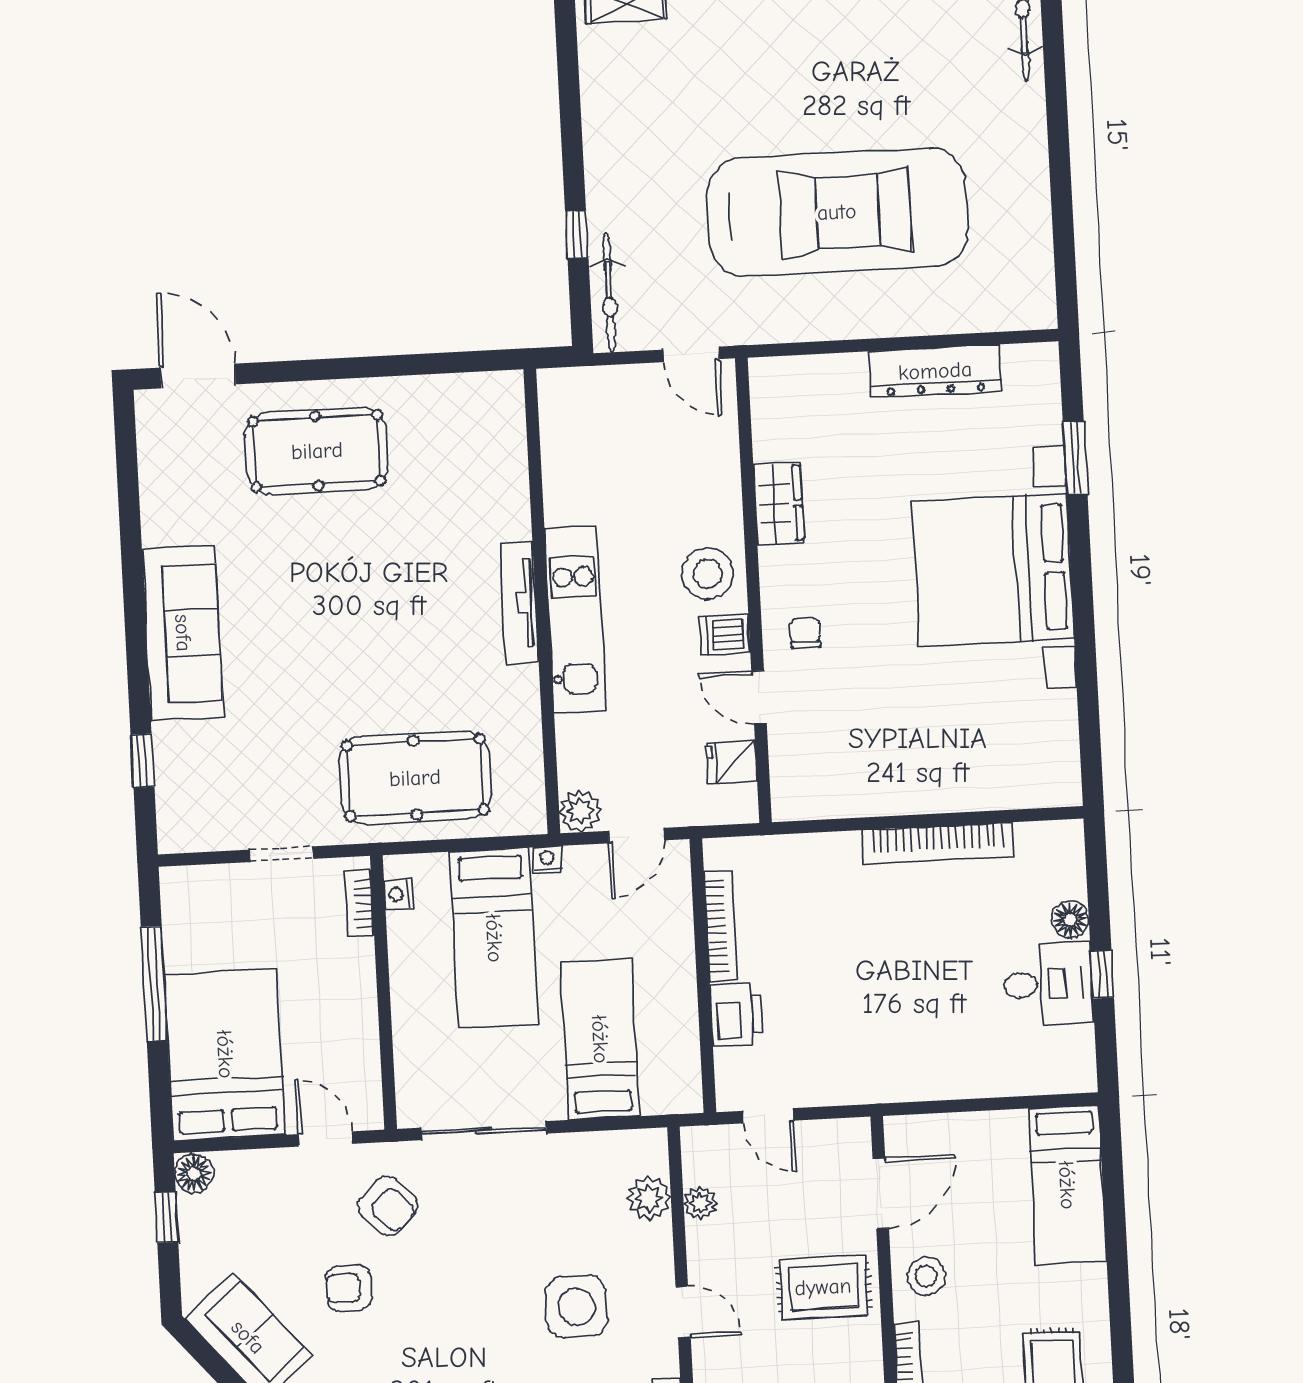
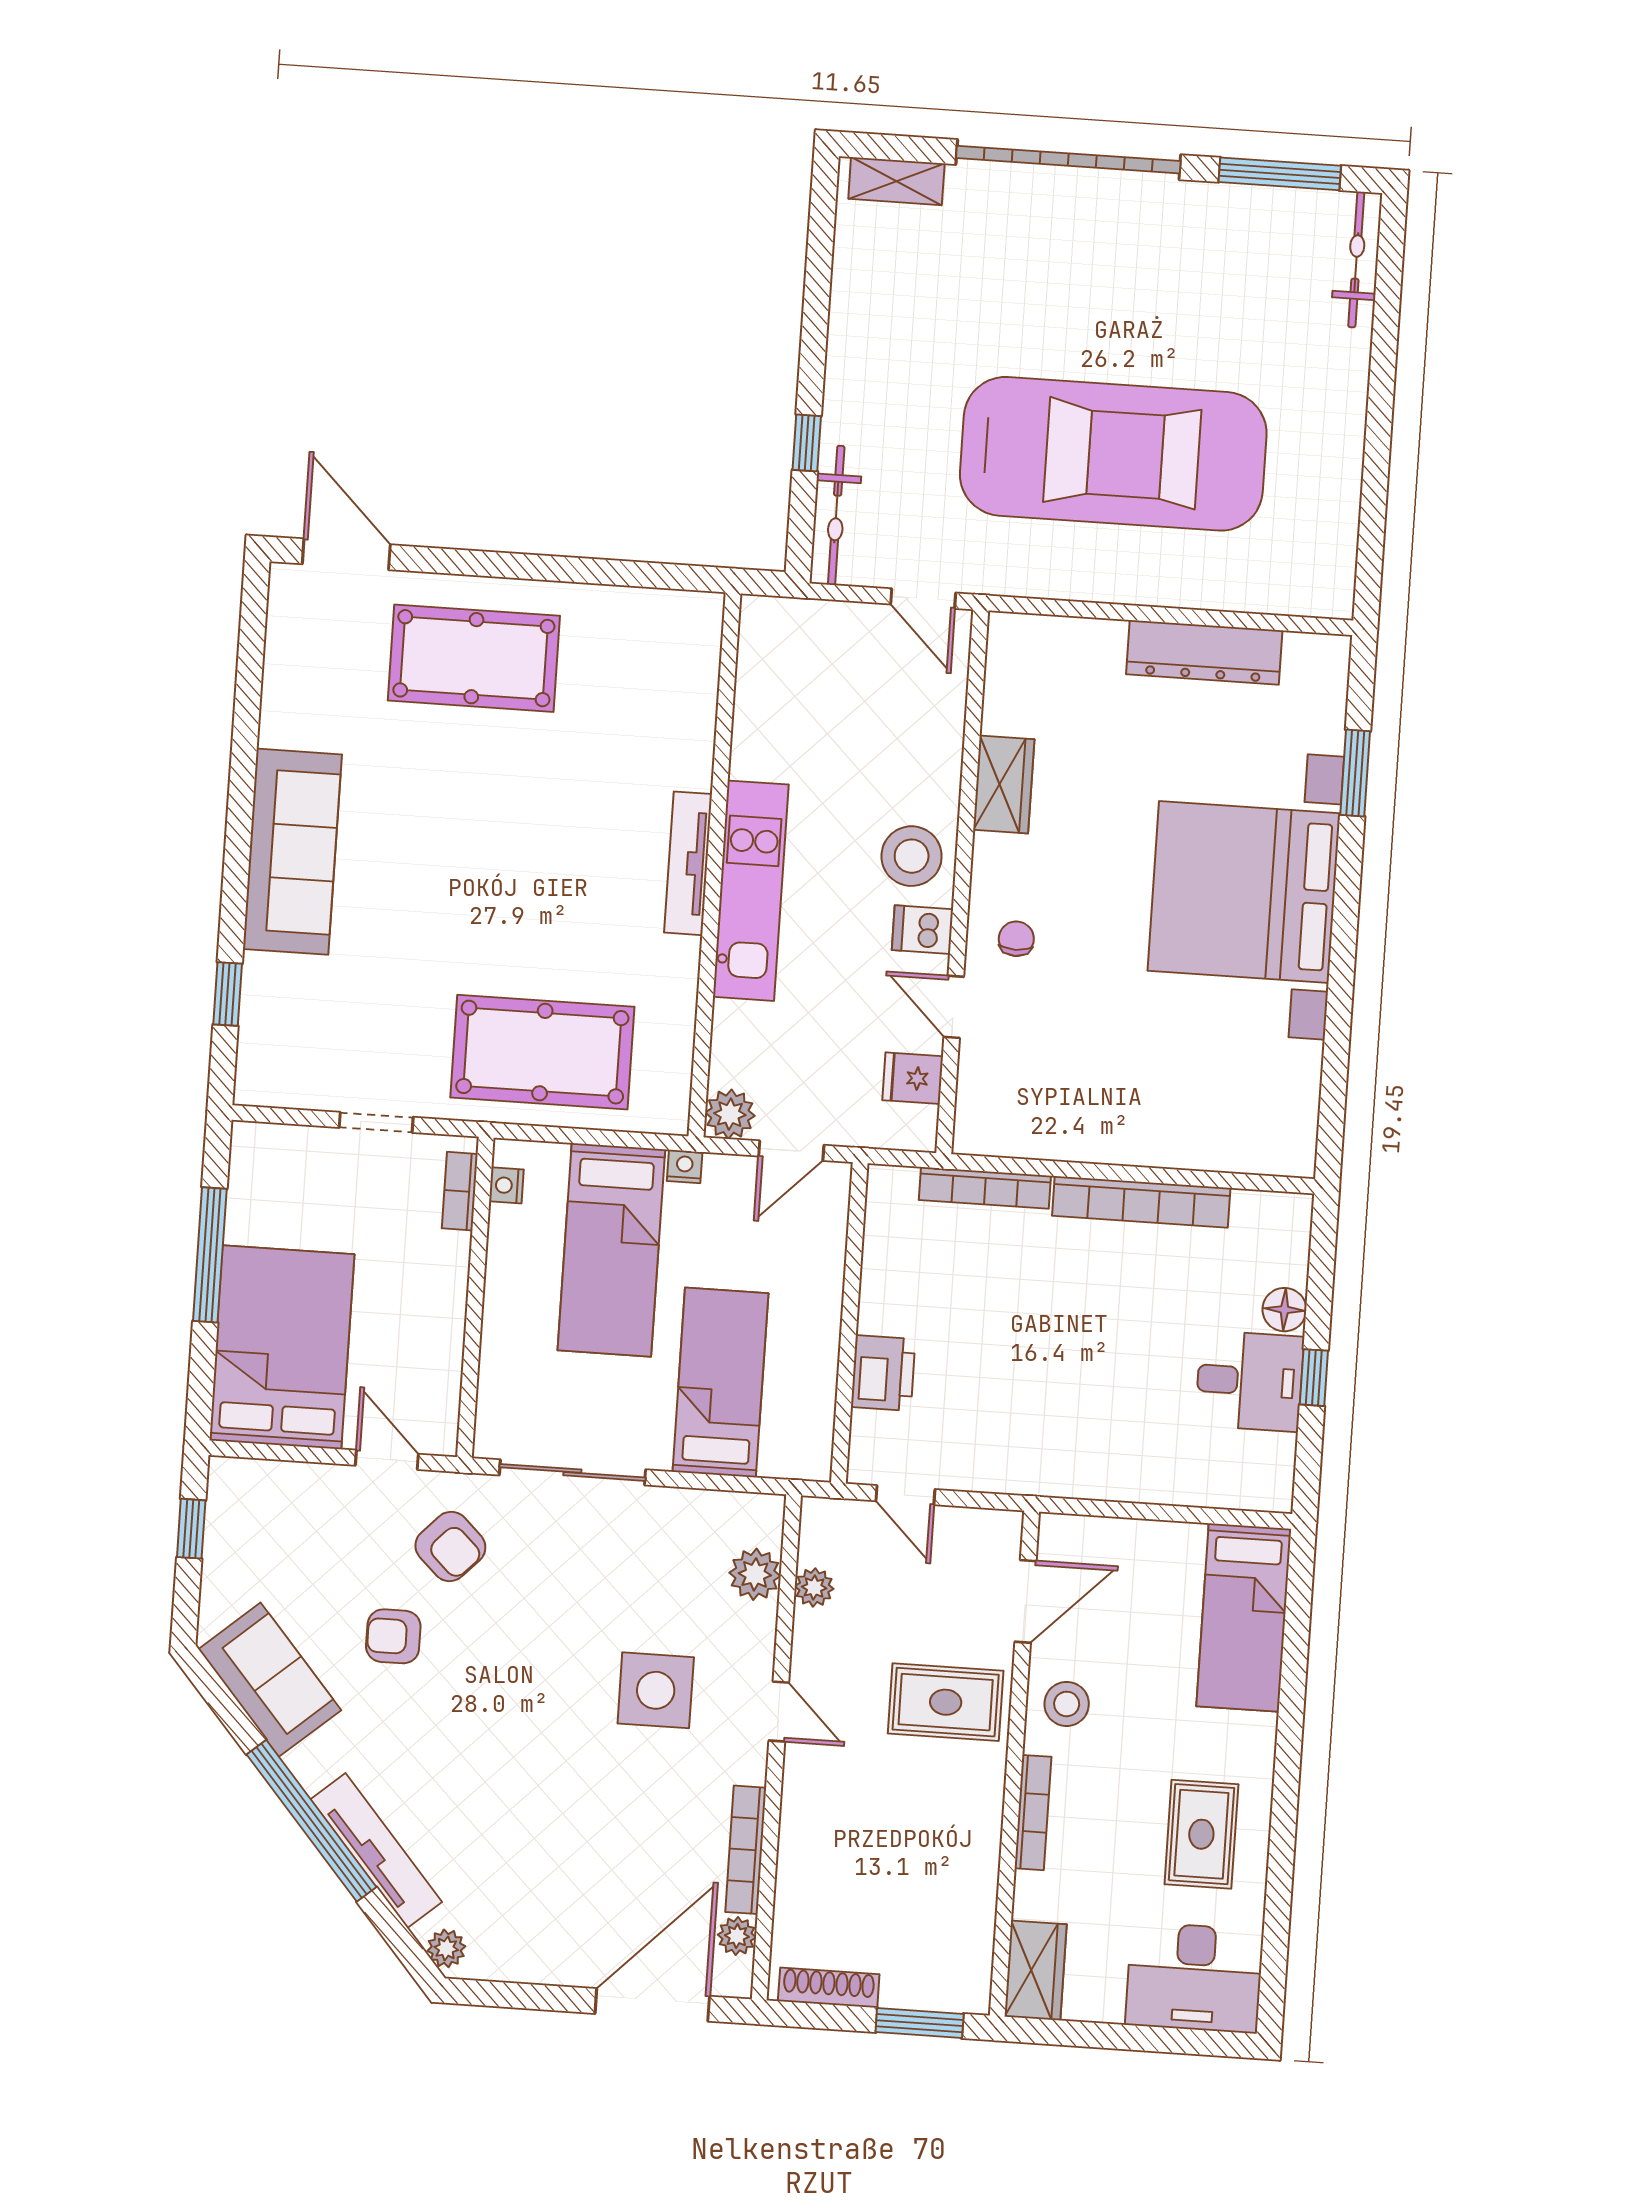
bookcase: (721, 926) -> (985, 1188), moved, turned 90
floor lamp: (194, 1174) -> (229, 1482), removed

